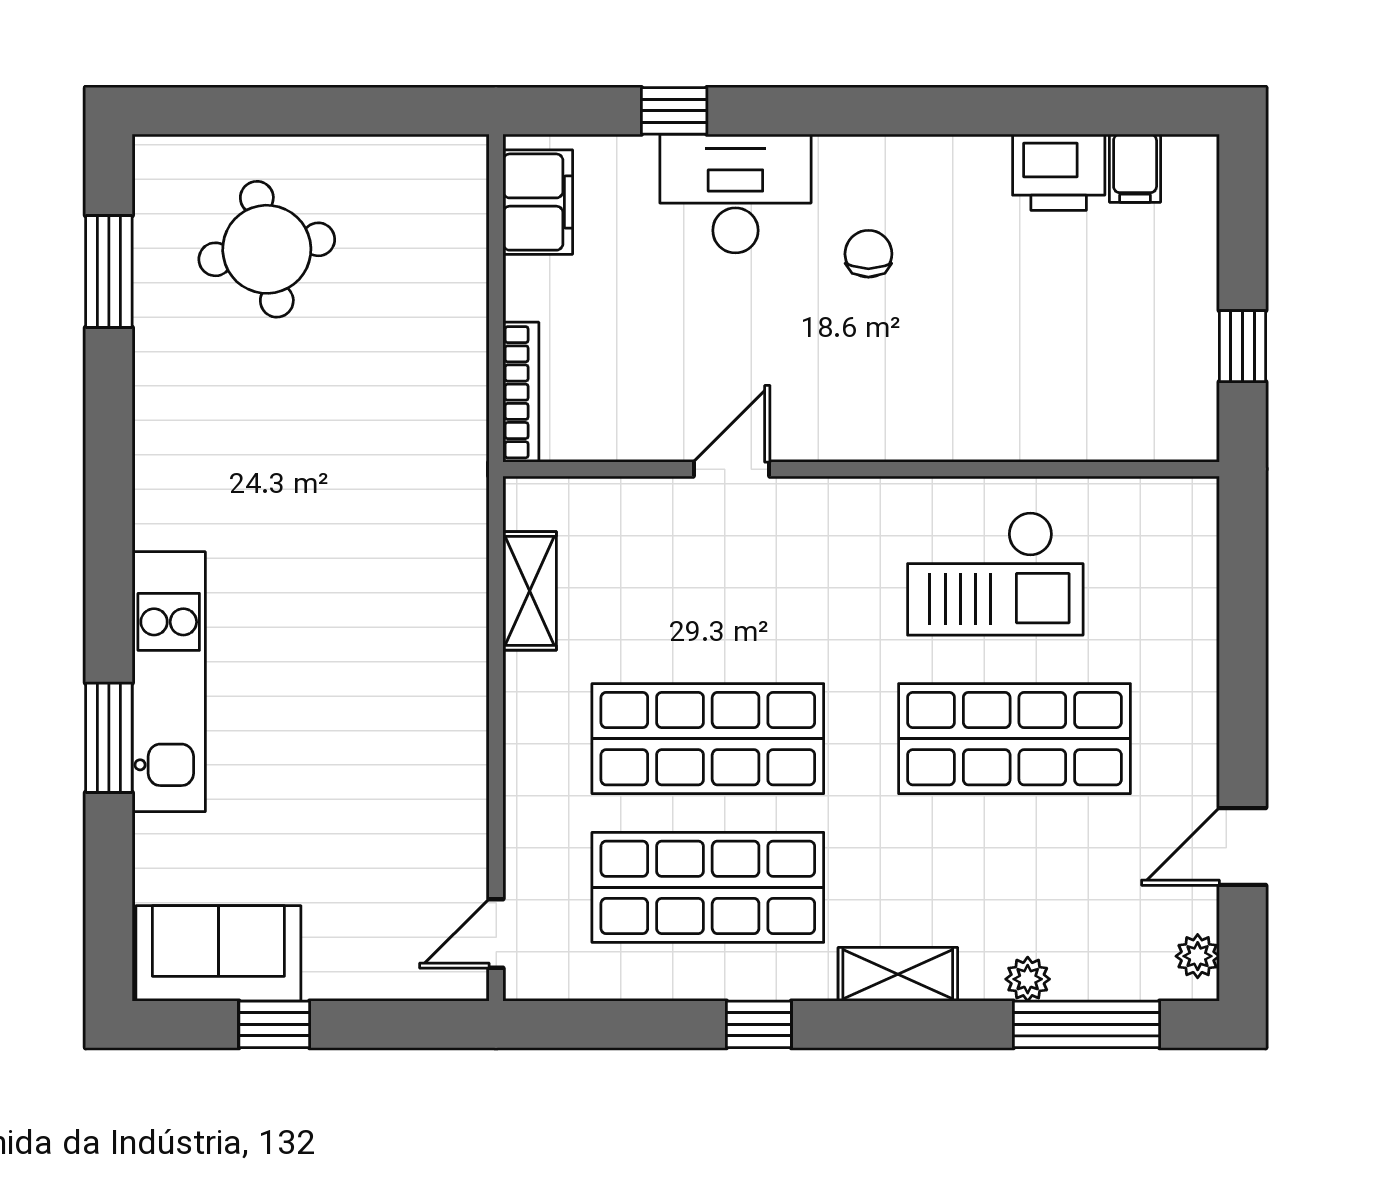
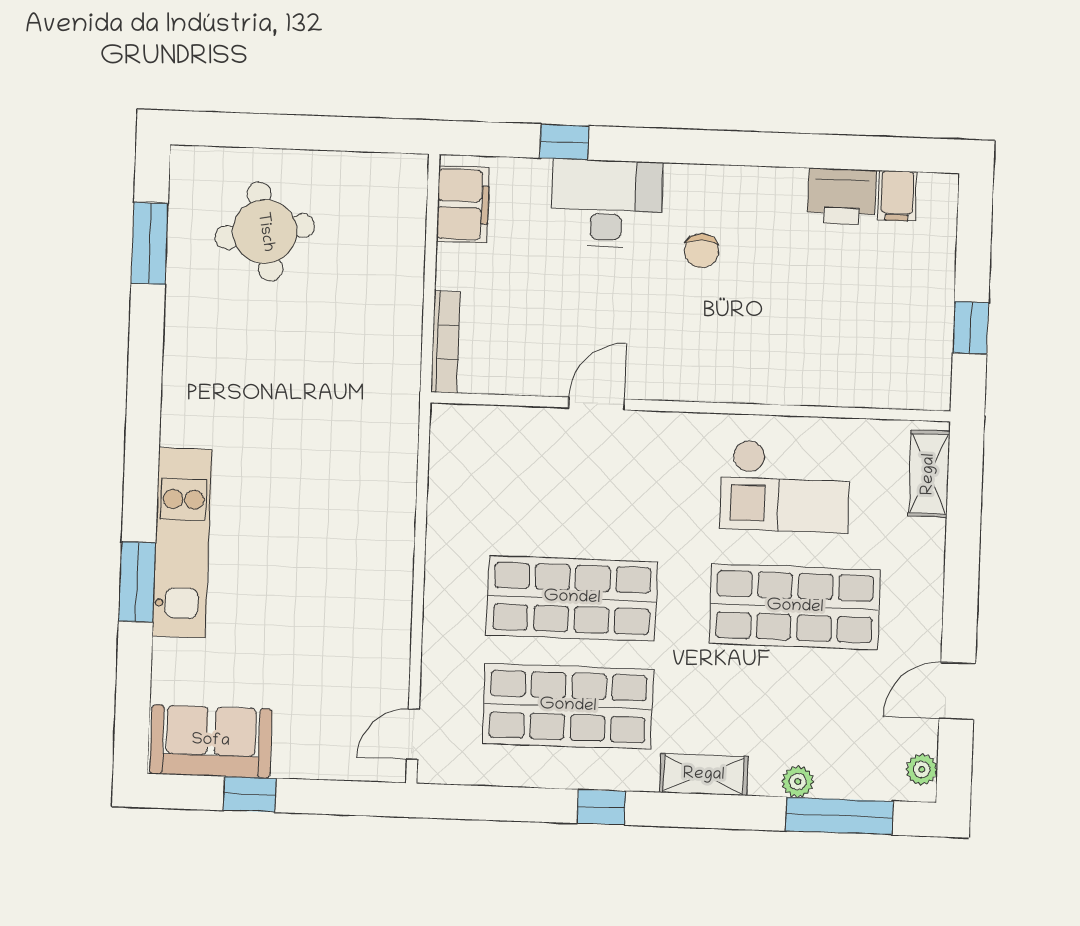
chair: (868, 254) -> (701, 251), turned 180
shelving: (530, 591) -> (929, 474), moved

